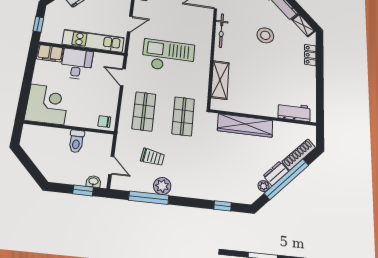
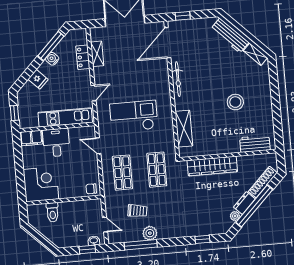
stool: (265, 35) -> (235, 102), moved
locker: (310, 55) -> (265, 84), removed
toilet: (76, 141) -> (53, 212), moved

